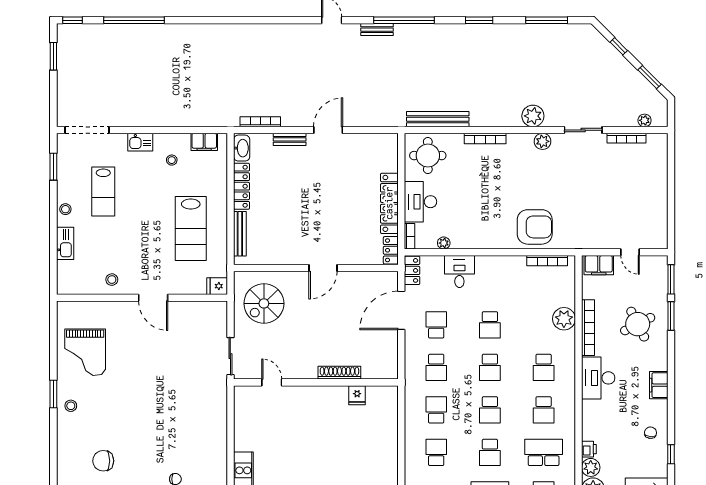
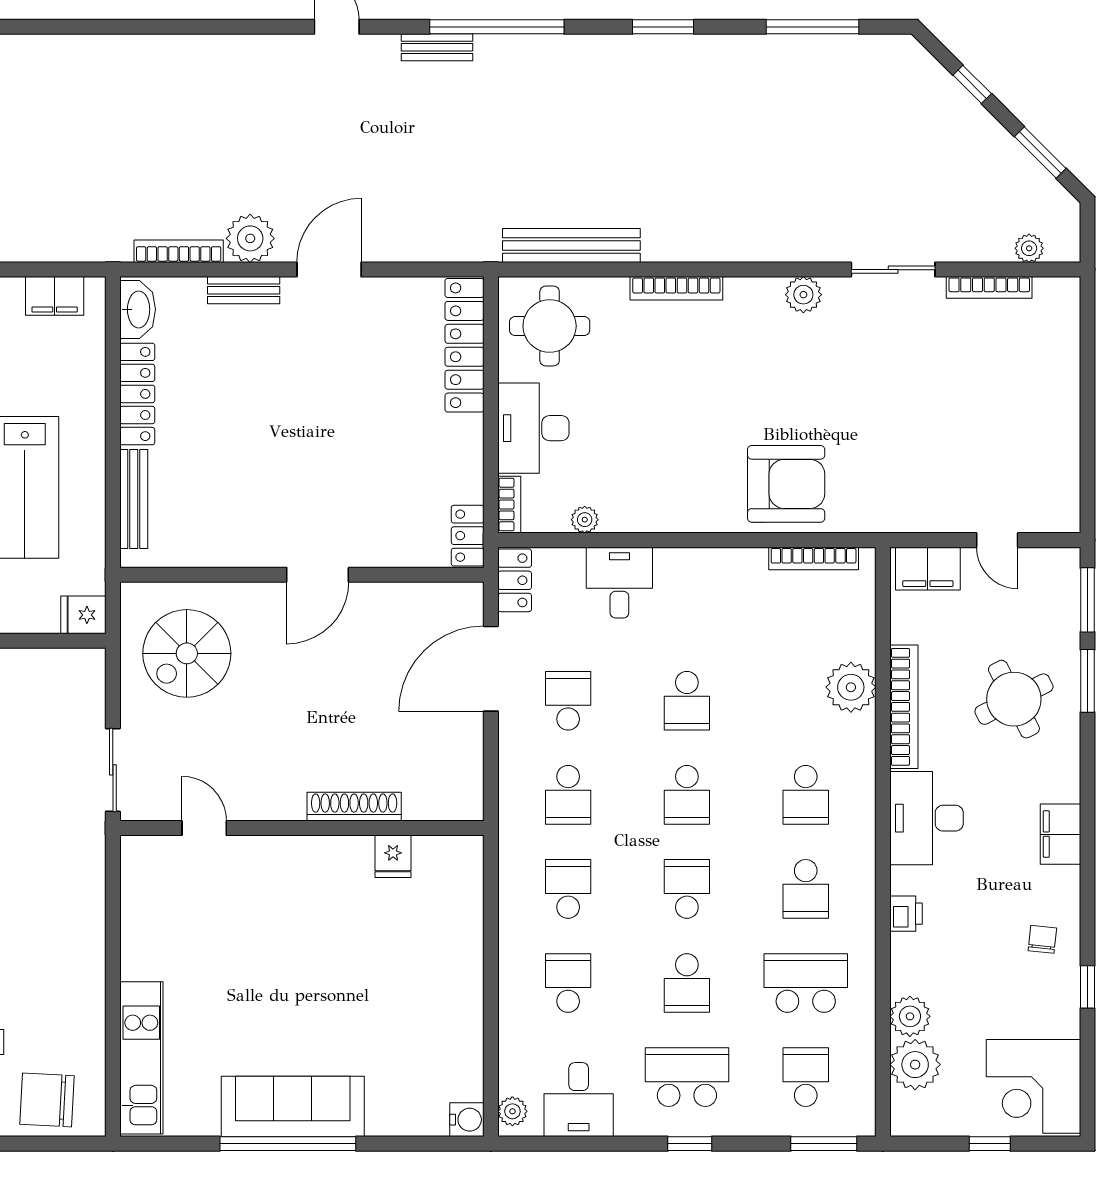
plant: (533, 116) -> (250, 238), moved
locker: (389, 203) -> (465, 345), moved
school desk: (490, 410) -> (687, 889), turned 180
printer: (589, 449) -> (906, 914), moved

